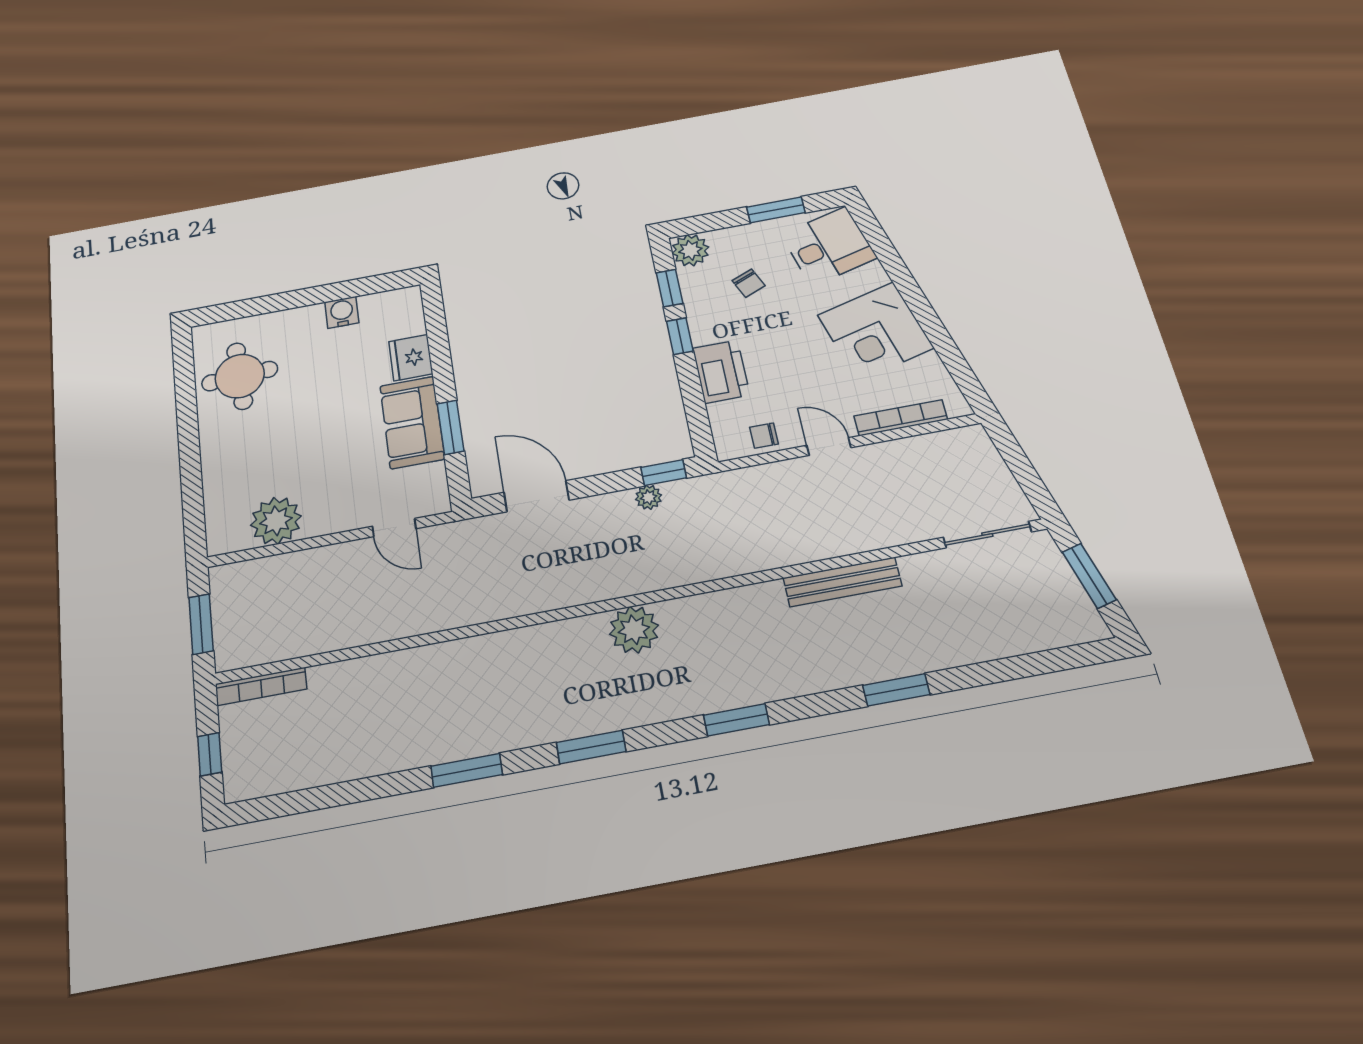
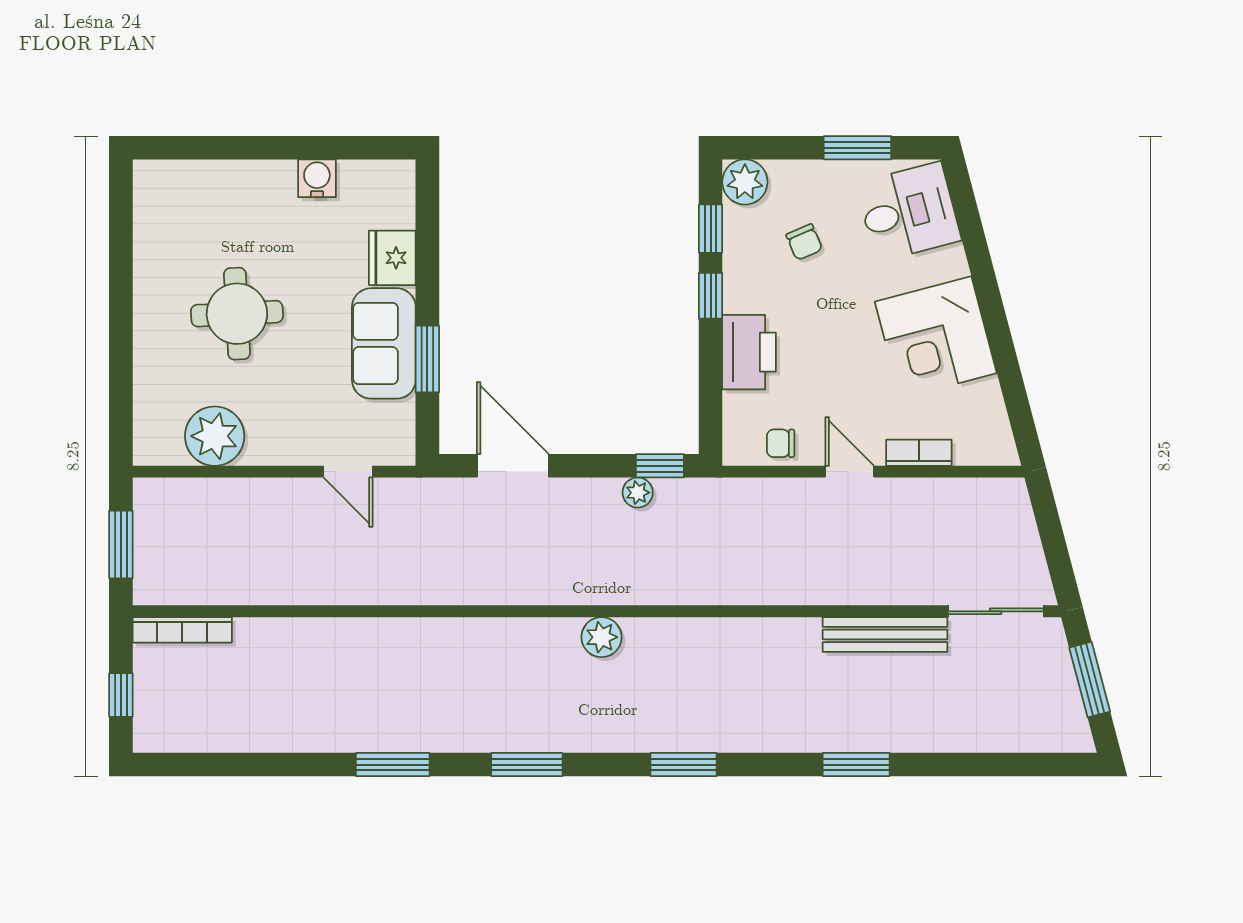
round table: (240, 376) -> (237, 314), moved
bookcase: (901, 418) -> (919, 453), width x0.64
bench: (842, 582) -> (885, 635), moved
plant: (634, 630) -> (601, 637), width x0.73, depth x0.73

